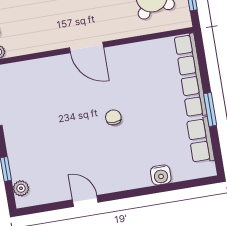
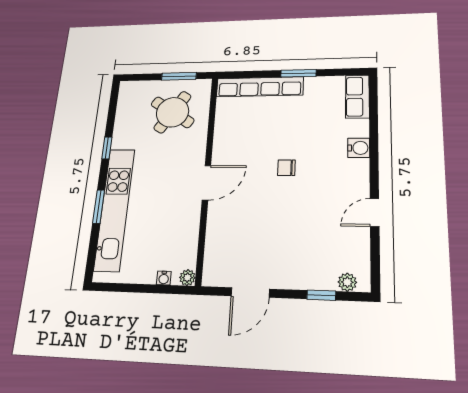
row of seats: (201, 140) -> (357, 97), moved, turned 90
water cooler: (161, 175) -> (359, 148), moved

